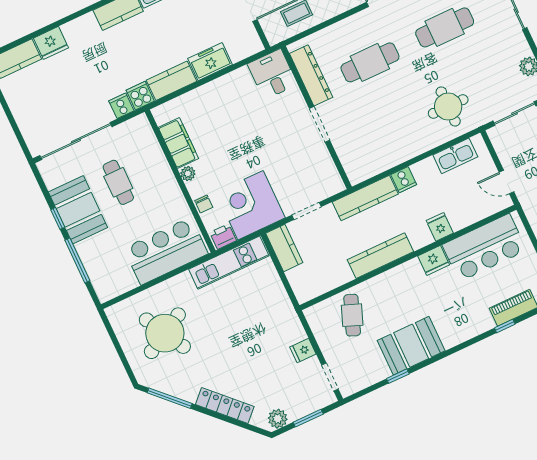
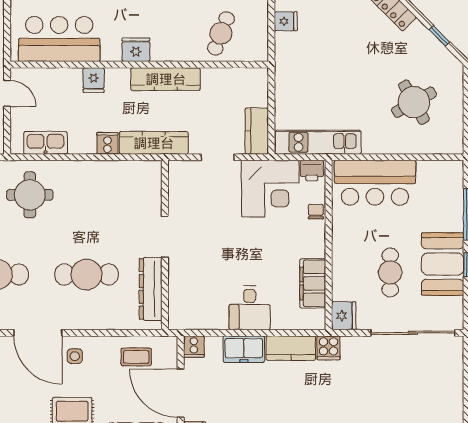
desk: (272, 74) -> (250, 308), moved
cooker: (121, 106) -> (194, 347), moved
fridge: (140, 128) -> (344, 316), added
plant: (188, 174) -> (318, 249), removed
fridge: (434, 260) -> (136, 50), moved
round table: (165, 333) -> (414, 102), width x0.73, depth x0.73
window: (170, 398) -> (439, 36), width x0.46

